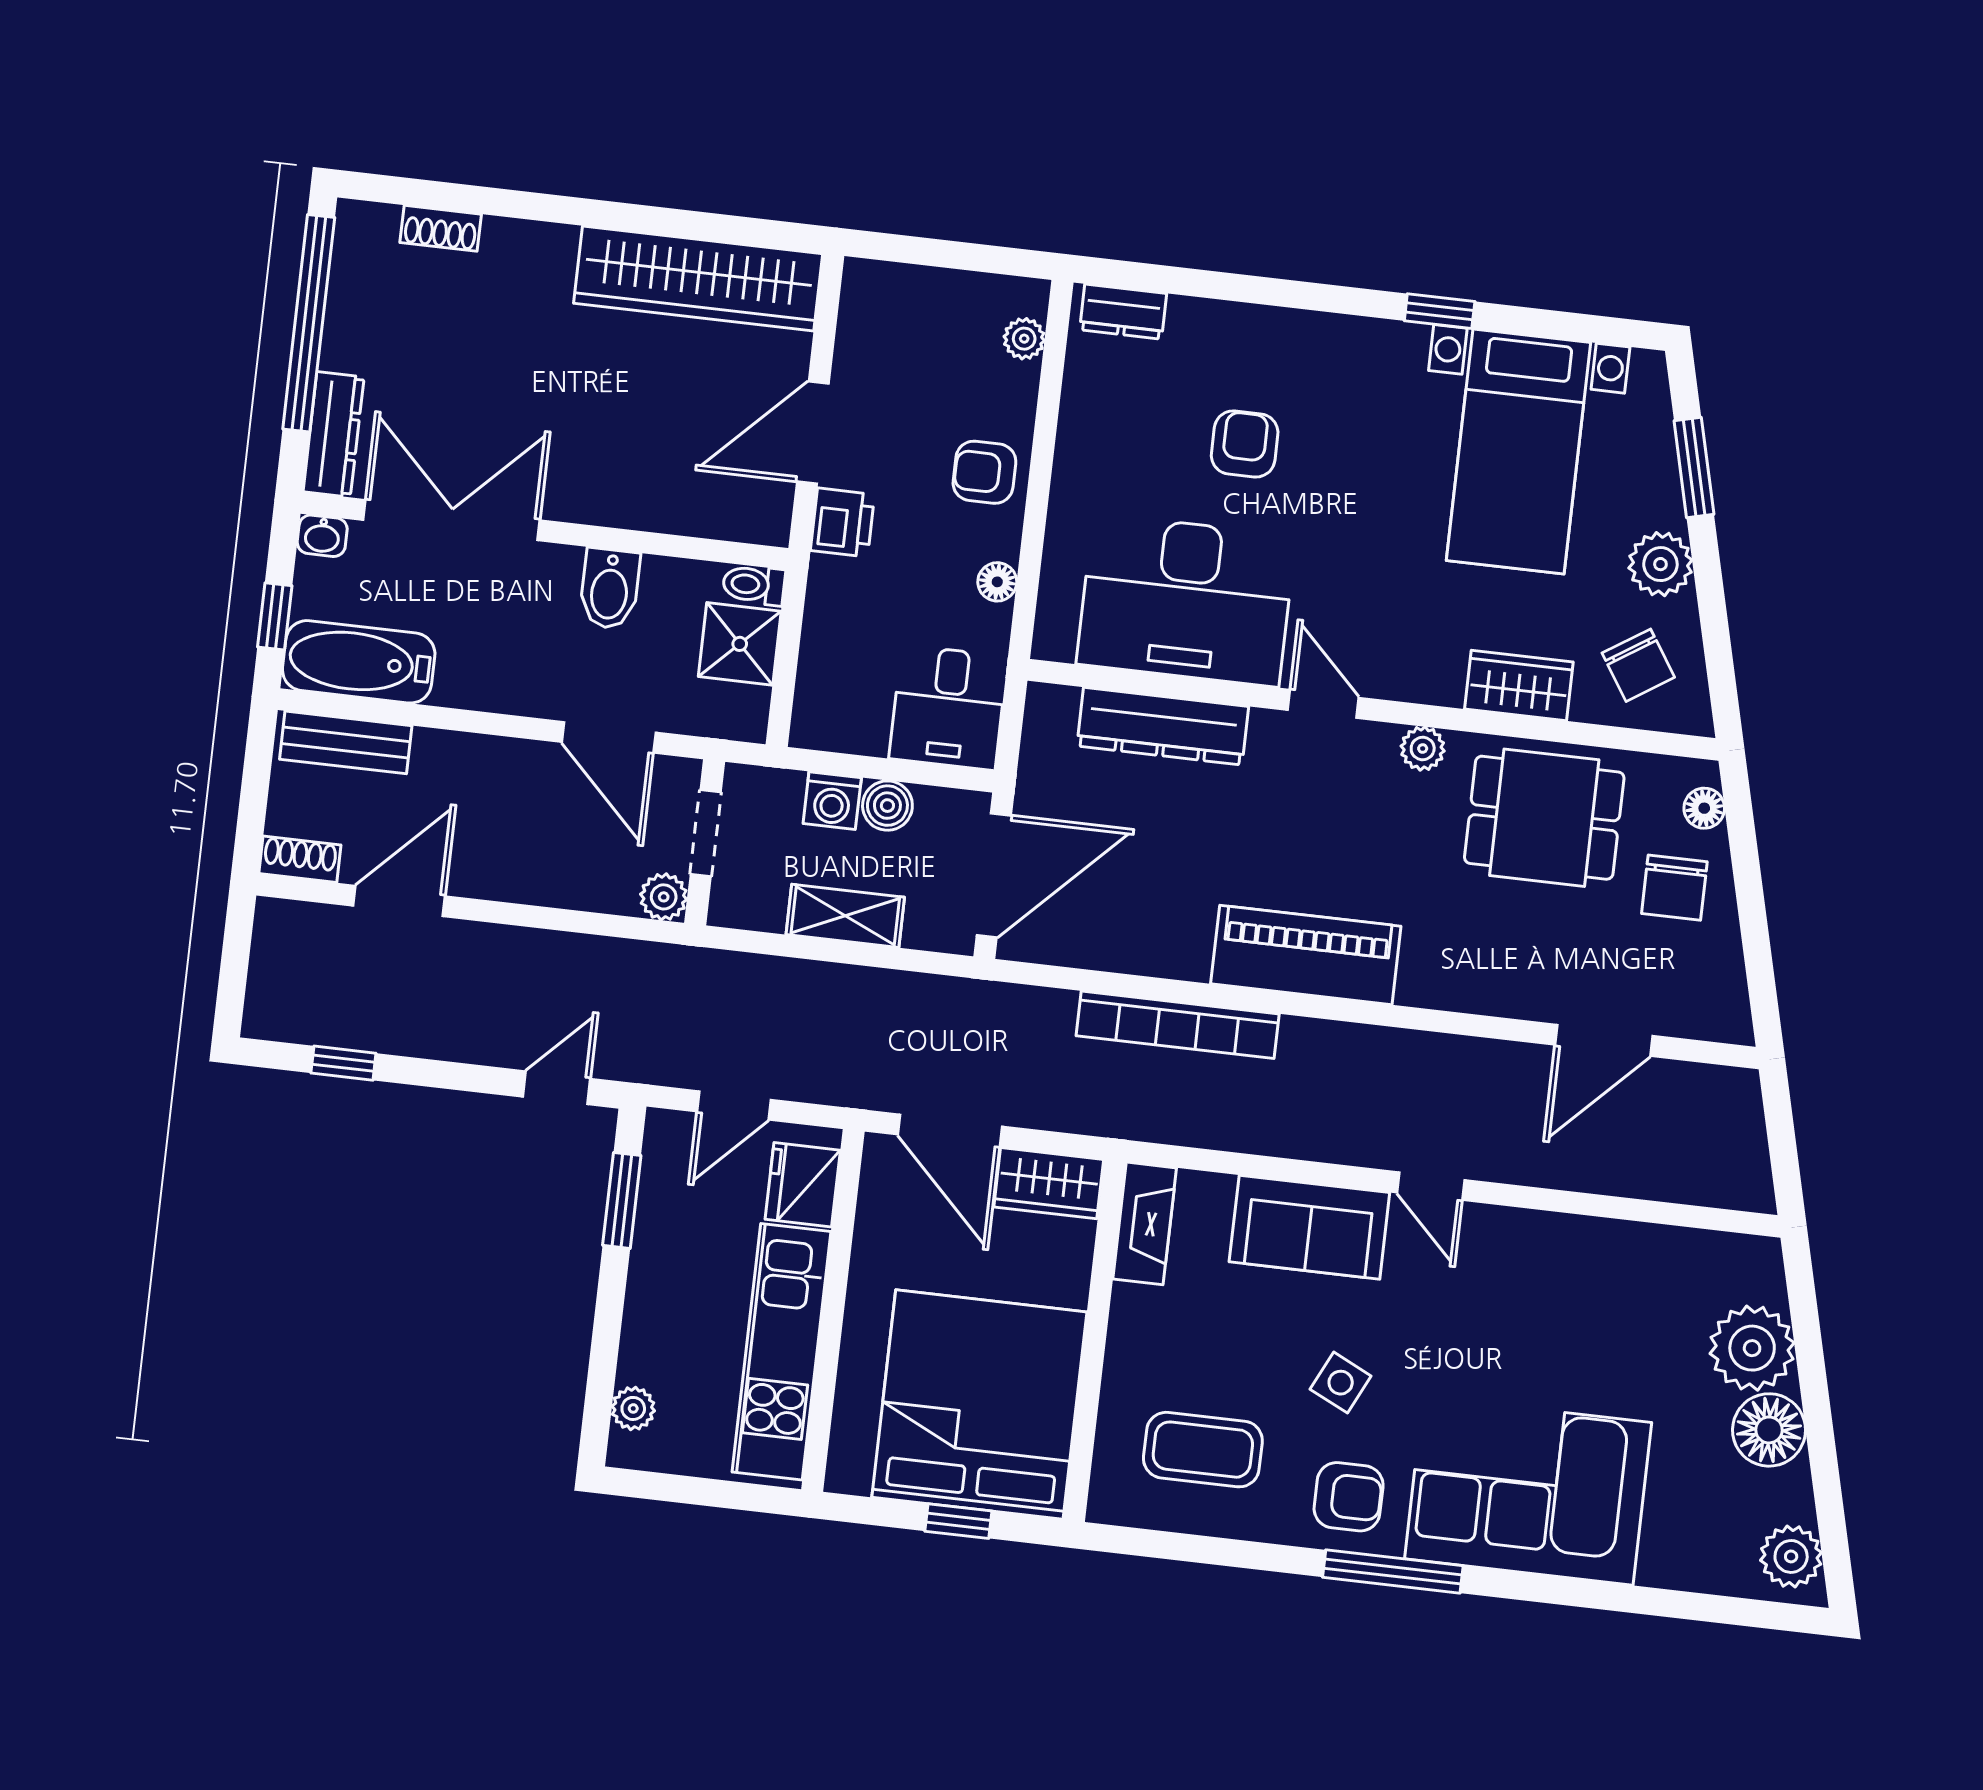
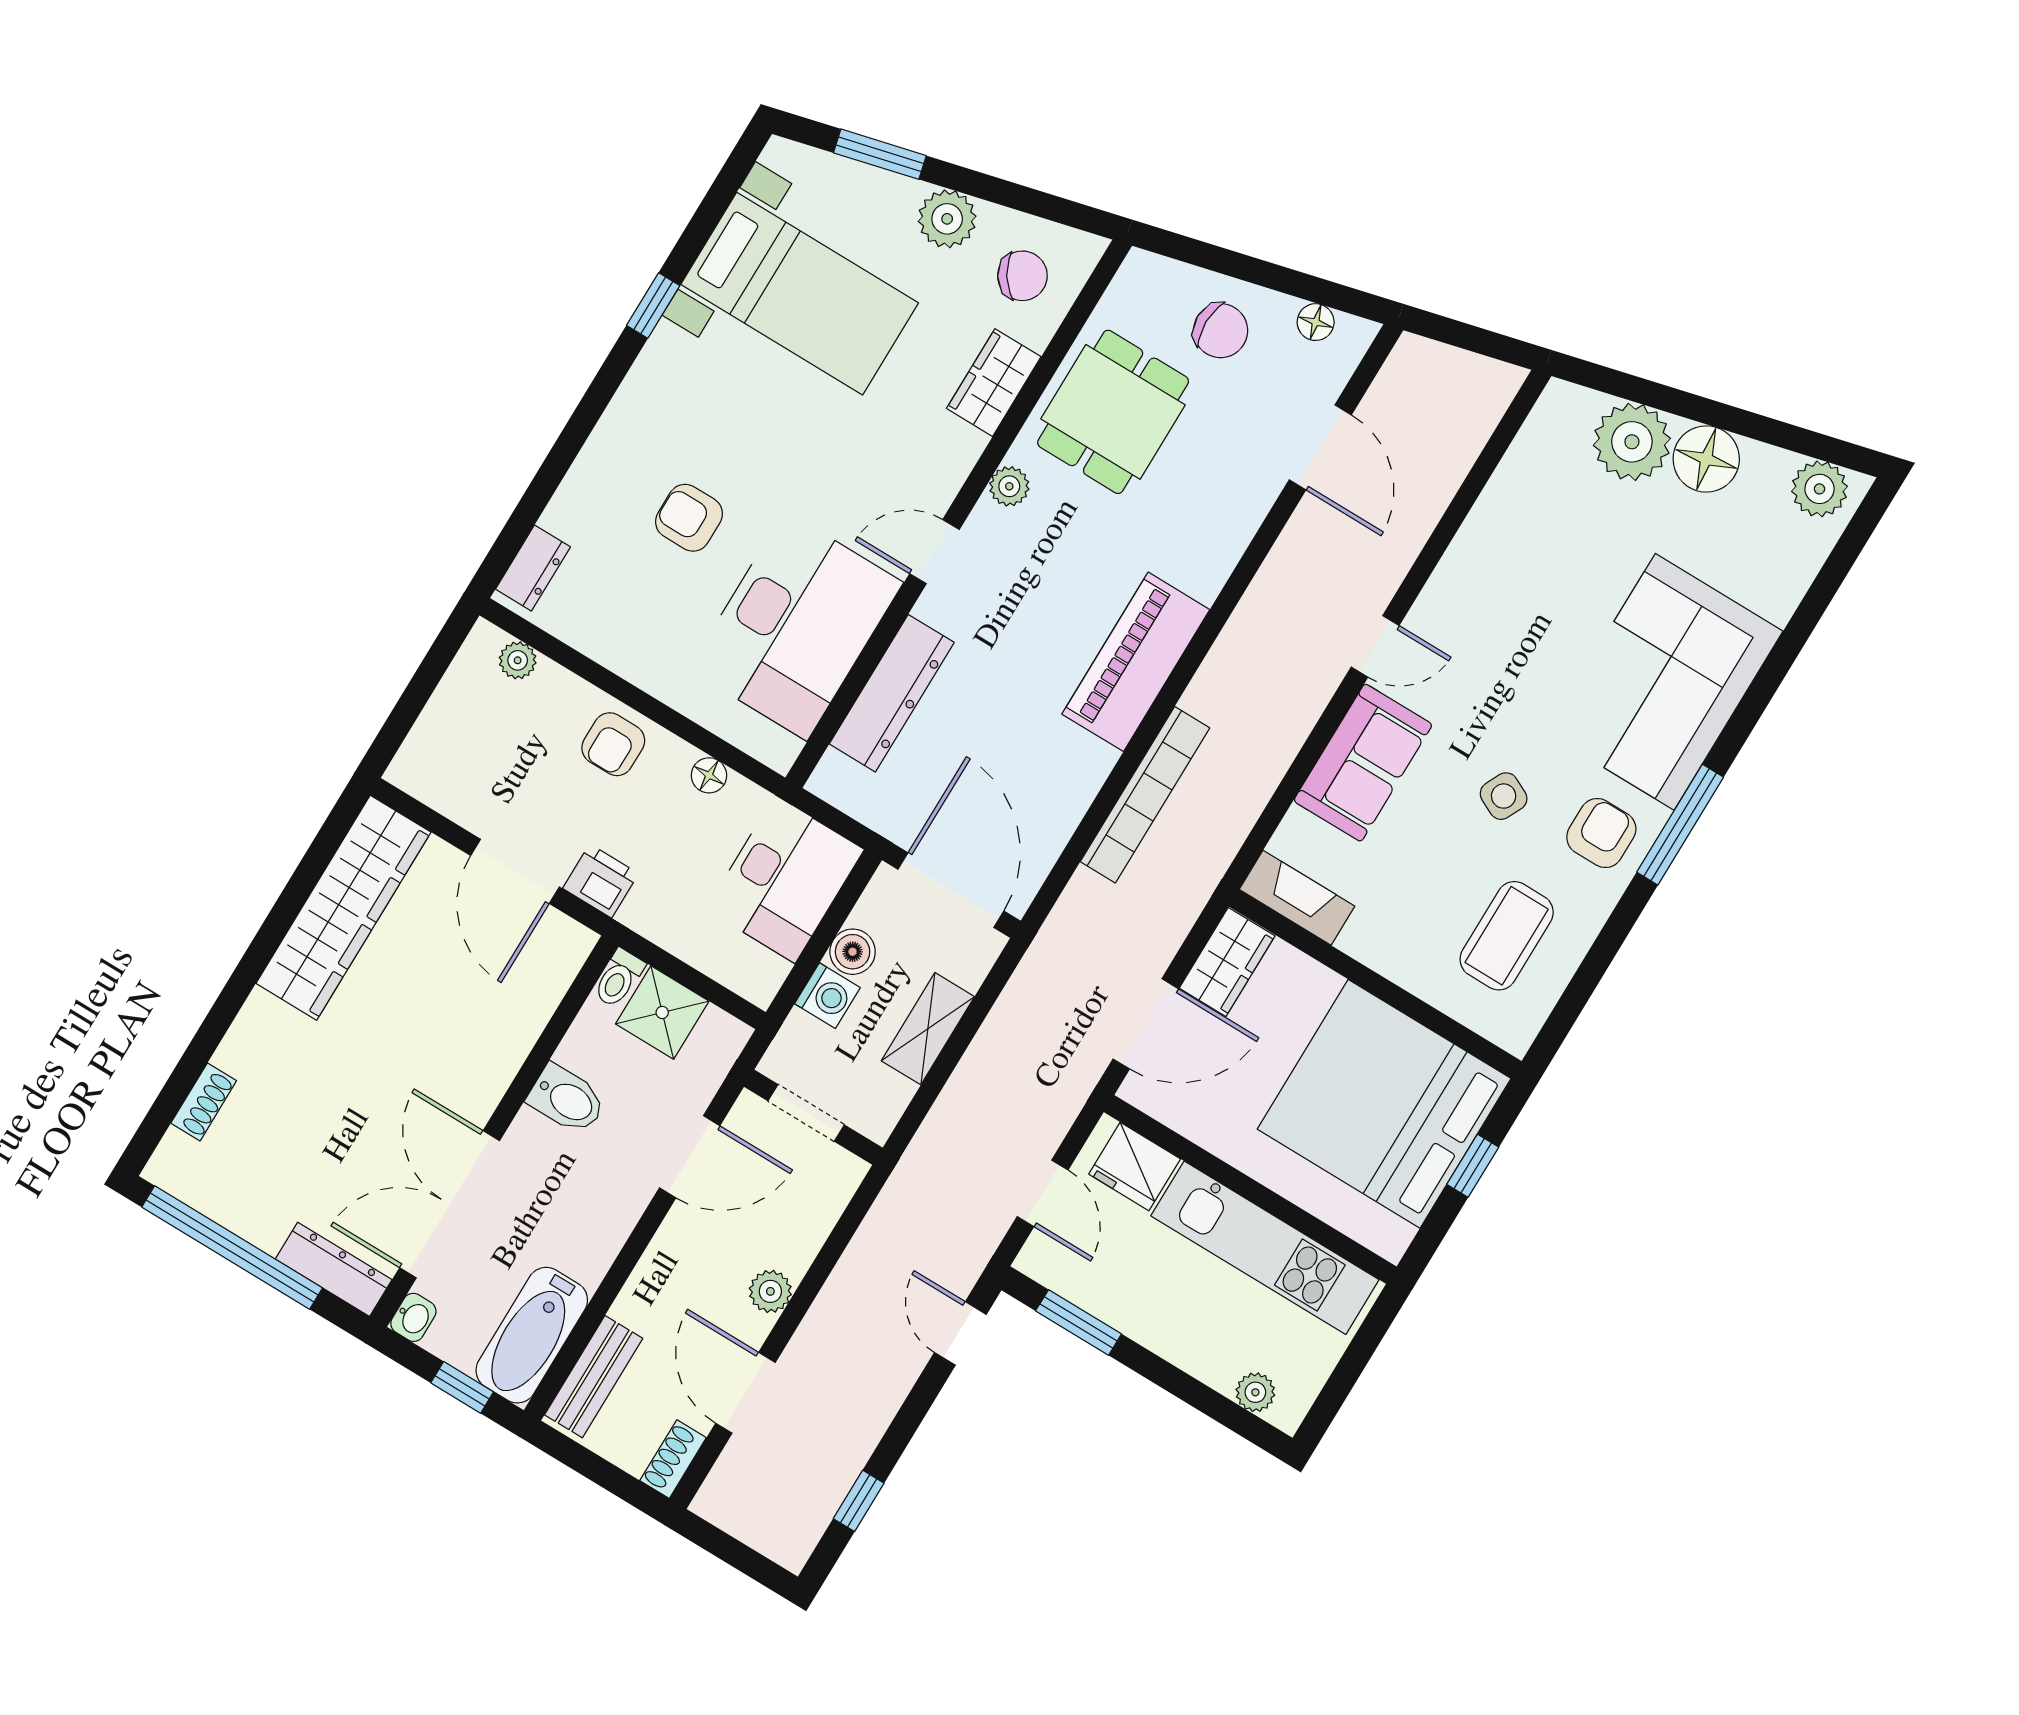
desk: (948, 708) -> (785, 879), width x1.37
floor lamp: (1704, 808) -> (1316, 322), moved
plant: (664, 897) -> (770, 1291), moved

